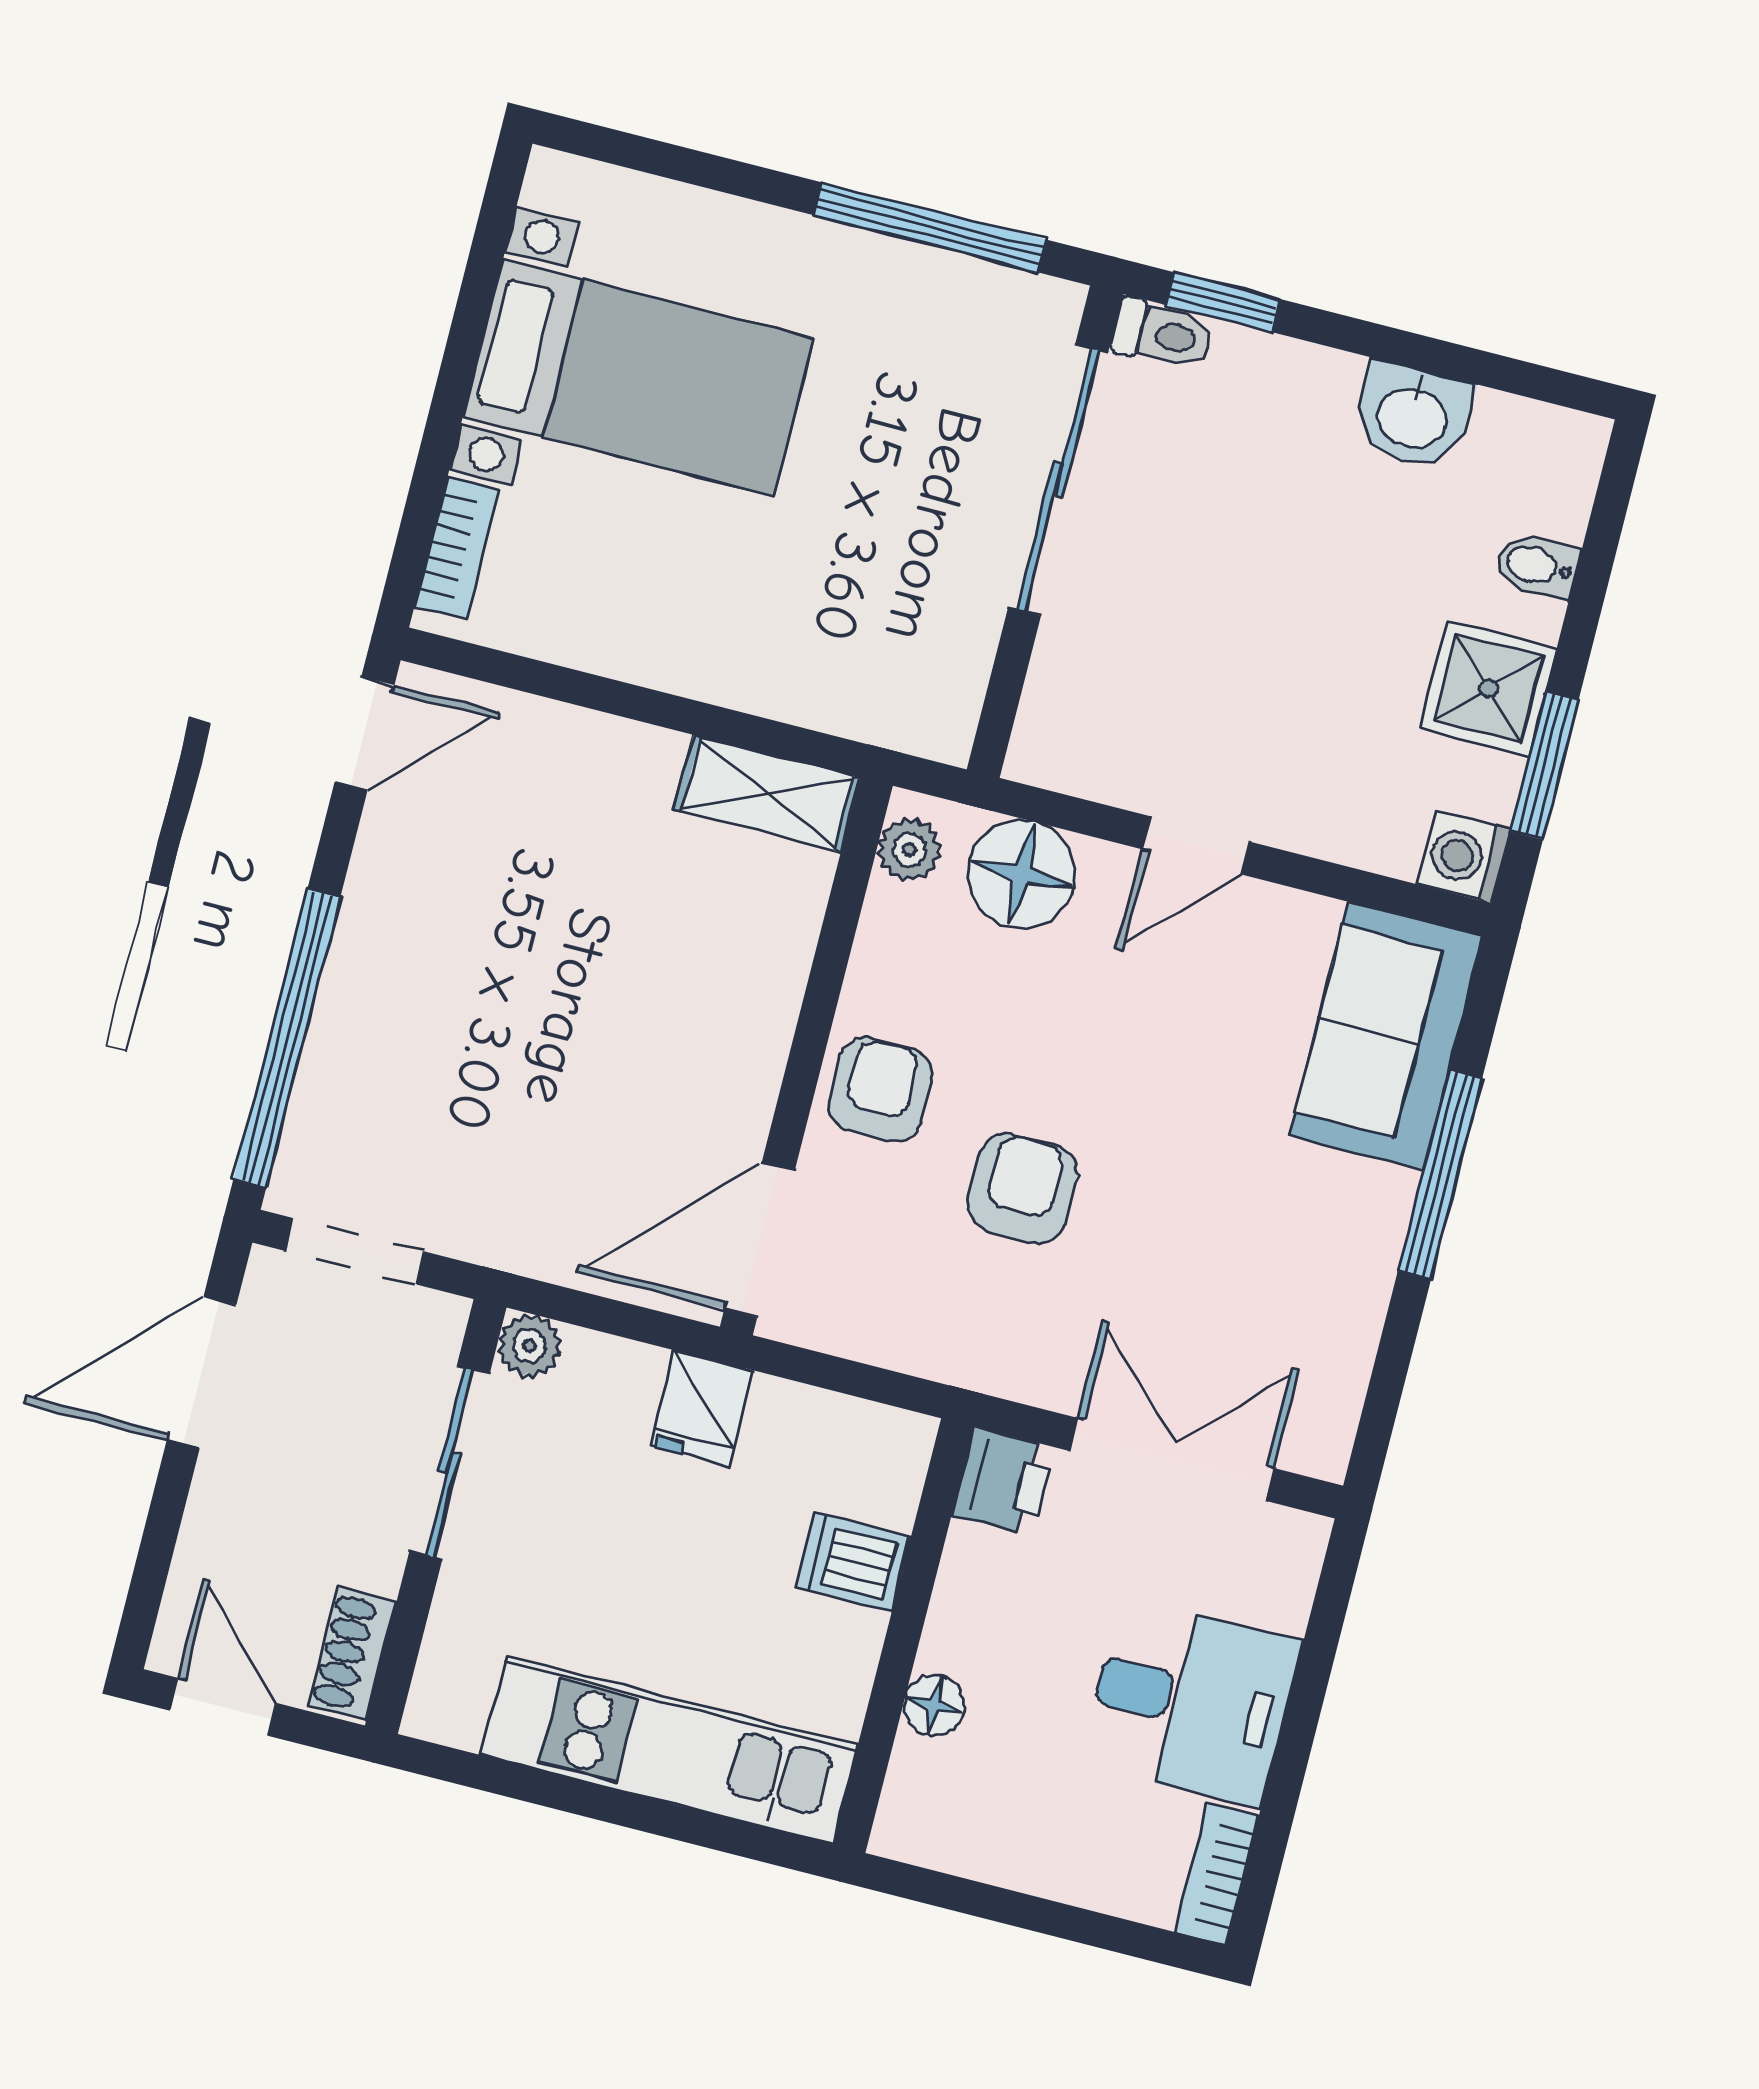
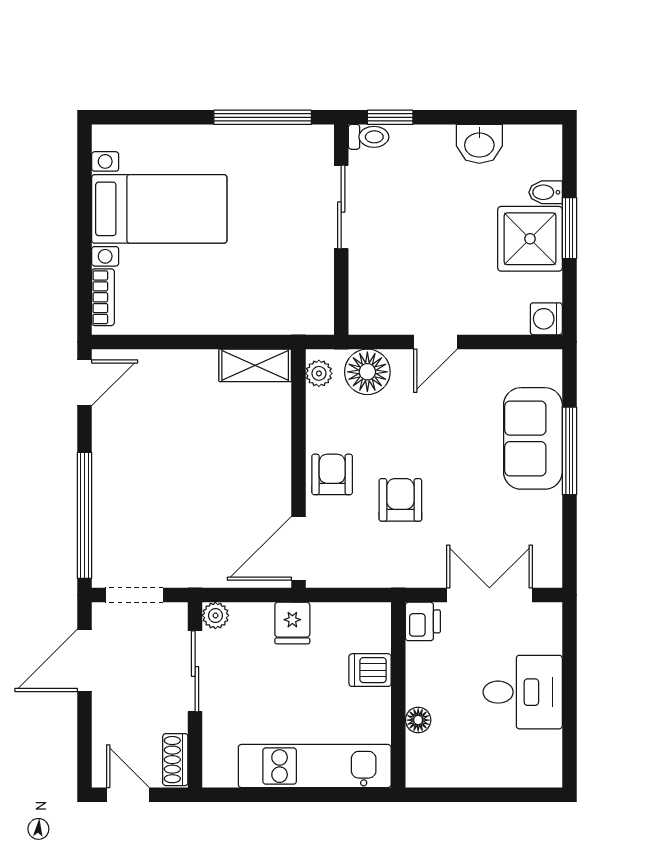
sliding door: (1058, 480) -> (341, 207), width x0.73
shower: (1488, 688) -> (530, 239), width x1.36, depth x1.36
window: (1544, 765) -> (569, 228), moved
sofa: (1386, 1036) -> (533, 438), moved
bookcase: (1217, 1874) -> (551, 760), removed

